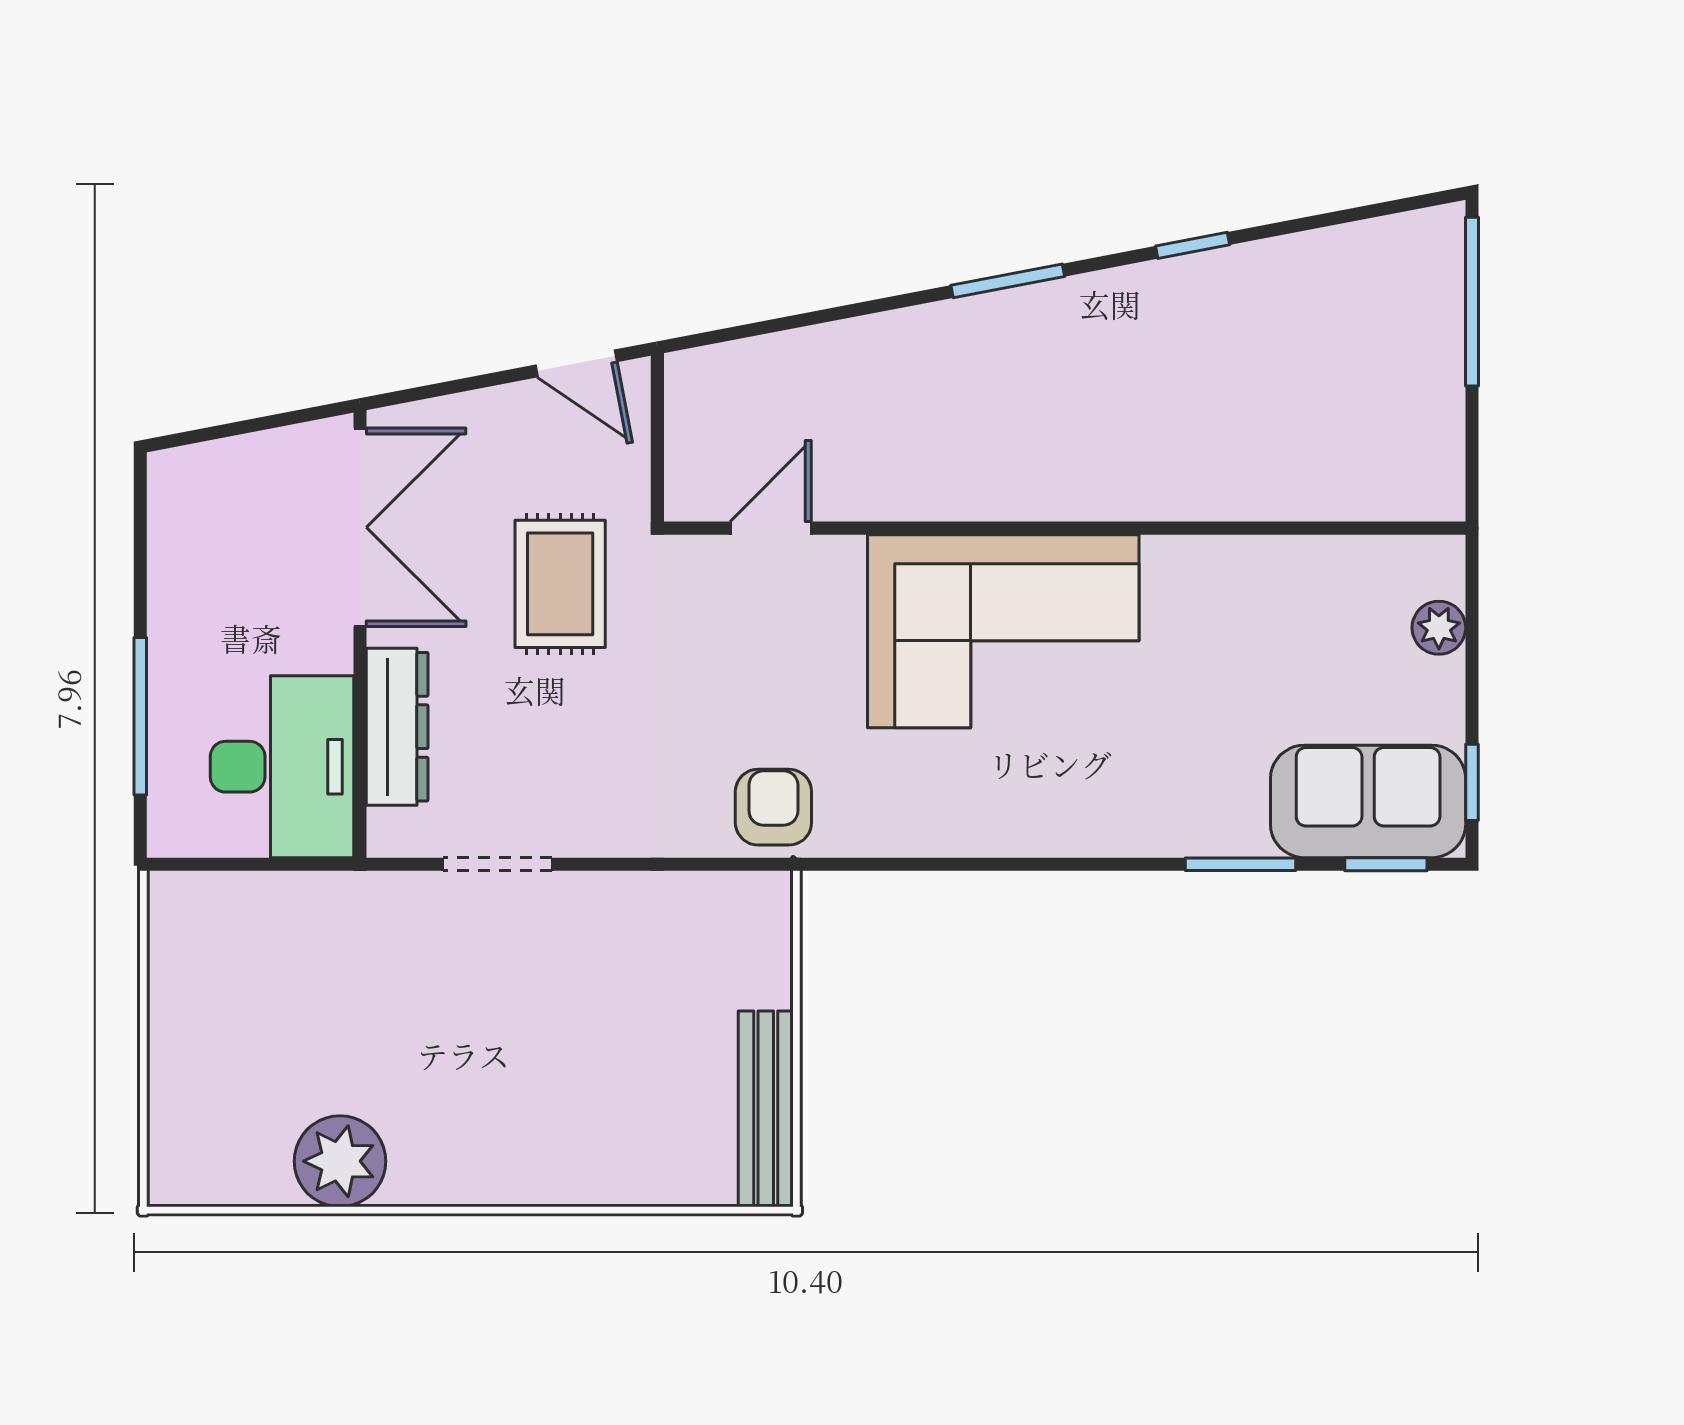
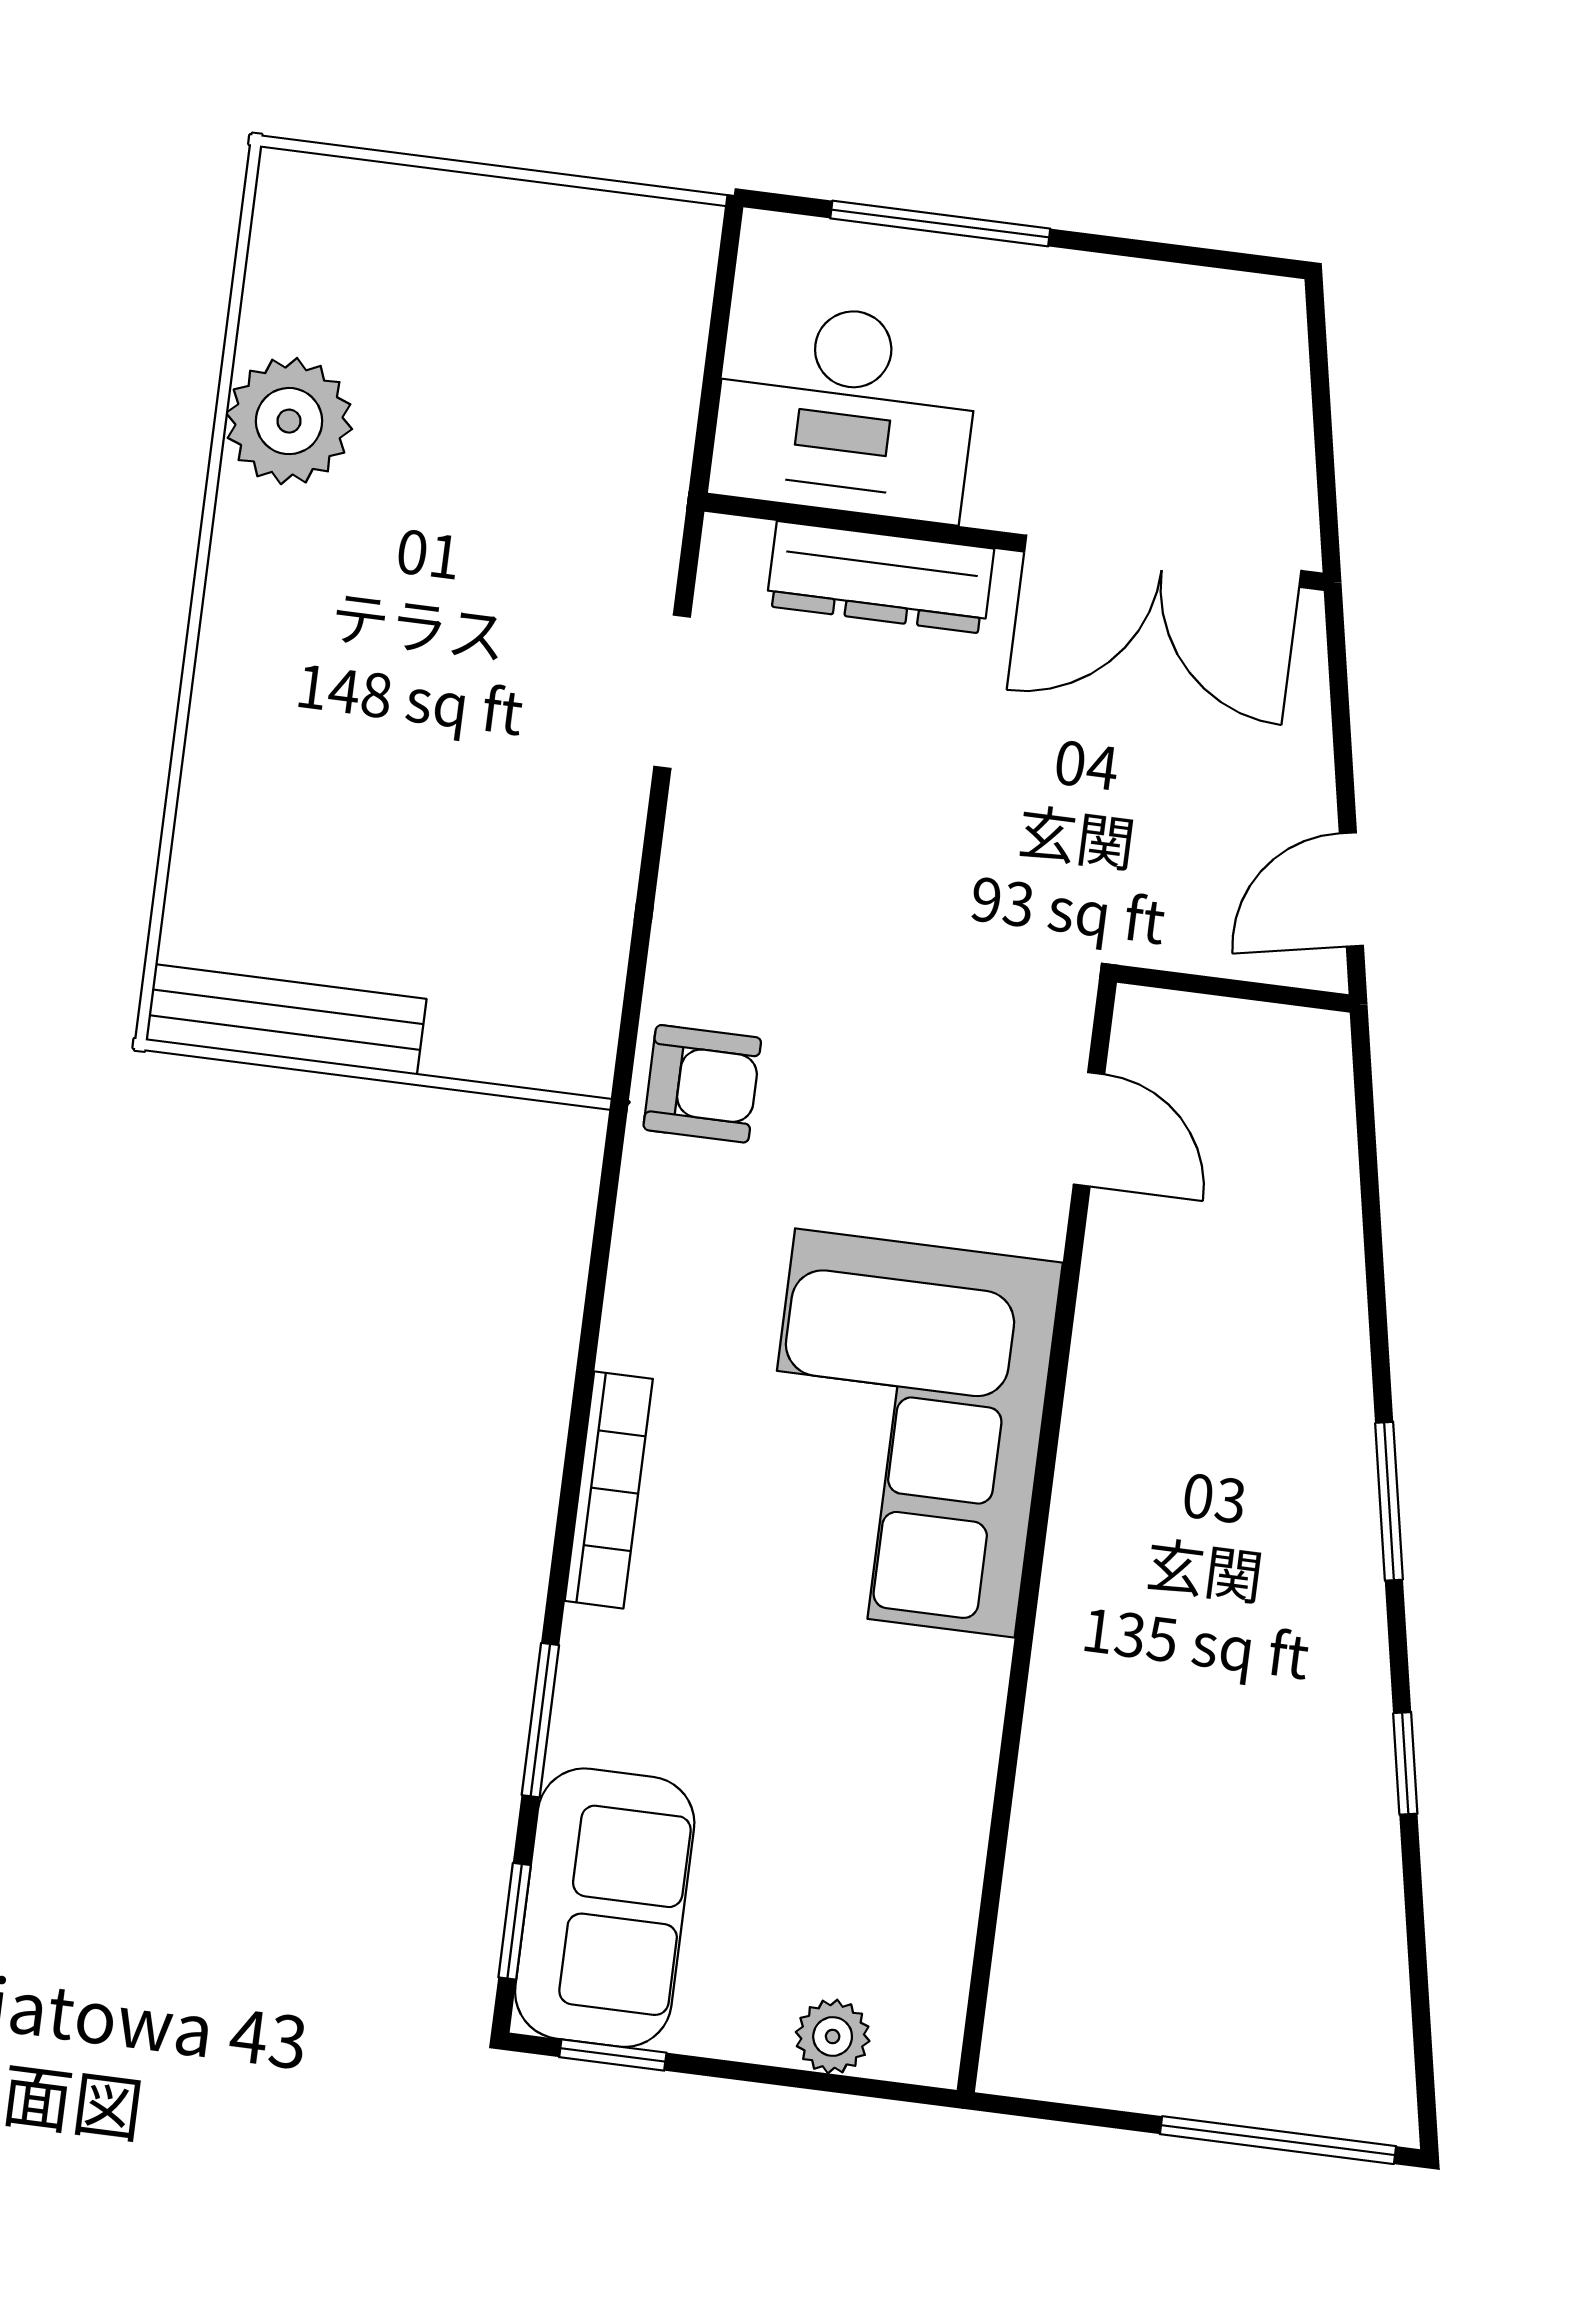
rug: (560, 584) -> (1049, 828), removed
bookcase: (1071, 837) -> (609, 1490), added

